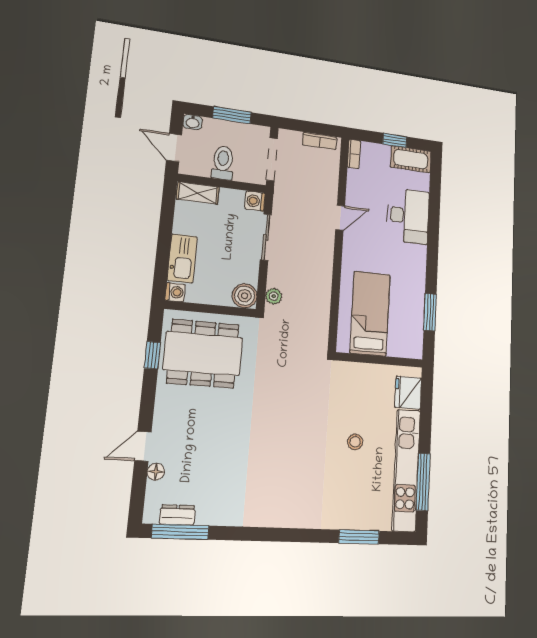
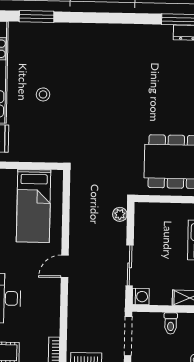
toilet: (223, 163) -> (171, 323), width x0.73, depth x0.72
door: (340, 218) -> (65, 266), moved
boiler: (245, 296) -> (145, 213), removed

